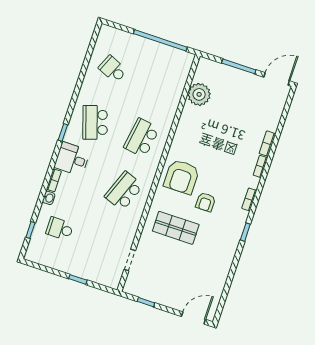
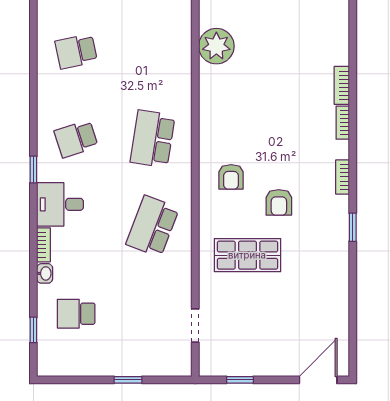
school desk: (113, 69) -> (76, 51), turned -36
school desk: (95, 122) -> (76, 139), width x0.54
armchair: (182, 177) -> (231, 177), width x0.53, depth x0.53

